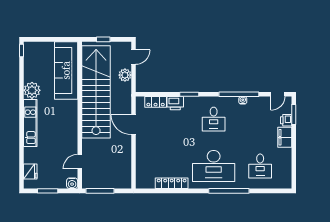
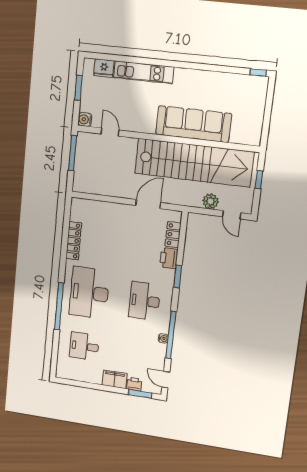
sofa: (66, 70) -> (193, 124), moved
plant: (32, 90) -> (205, 81), removed
desk: (214, 119) -> (145, 301), width x1.37
kitchen unit: (30, 123) -> (144, 72), moved

